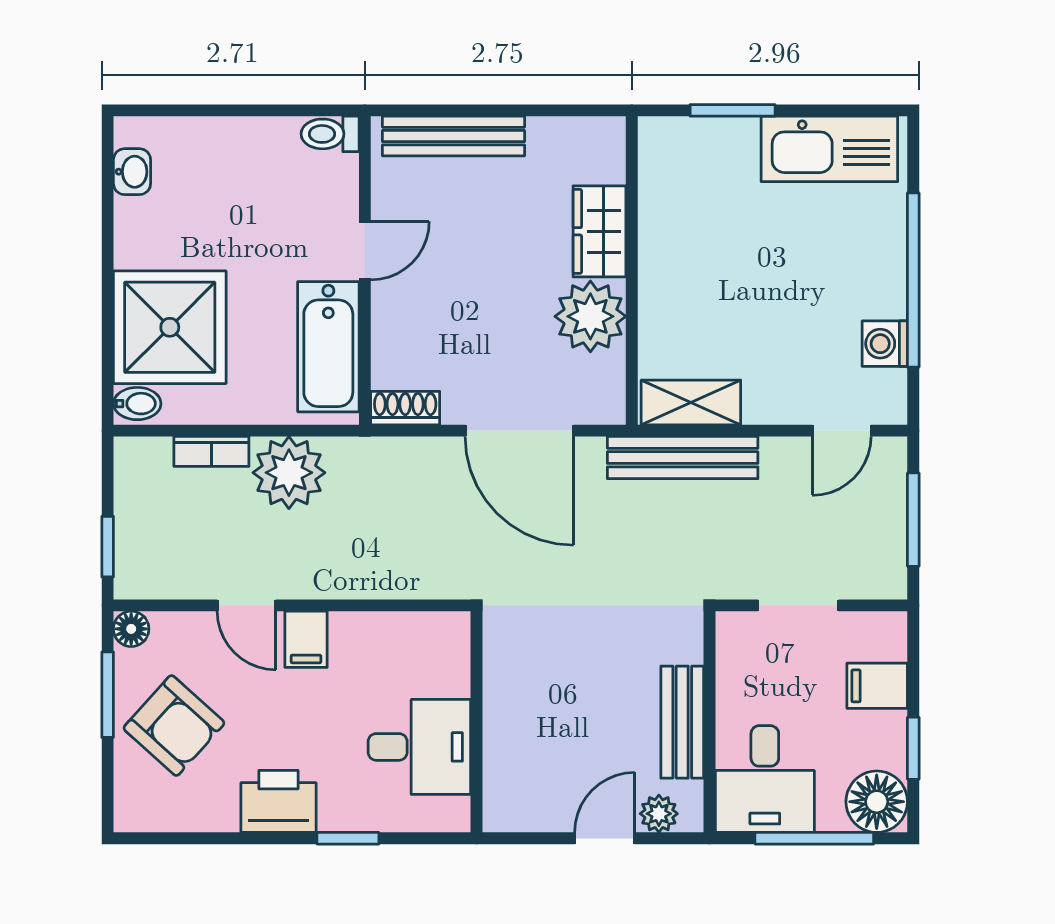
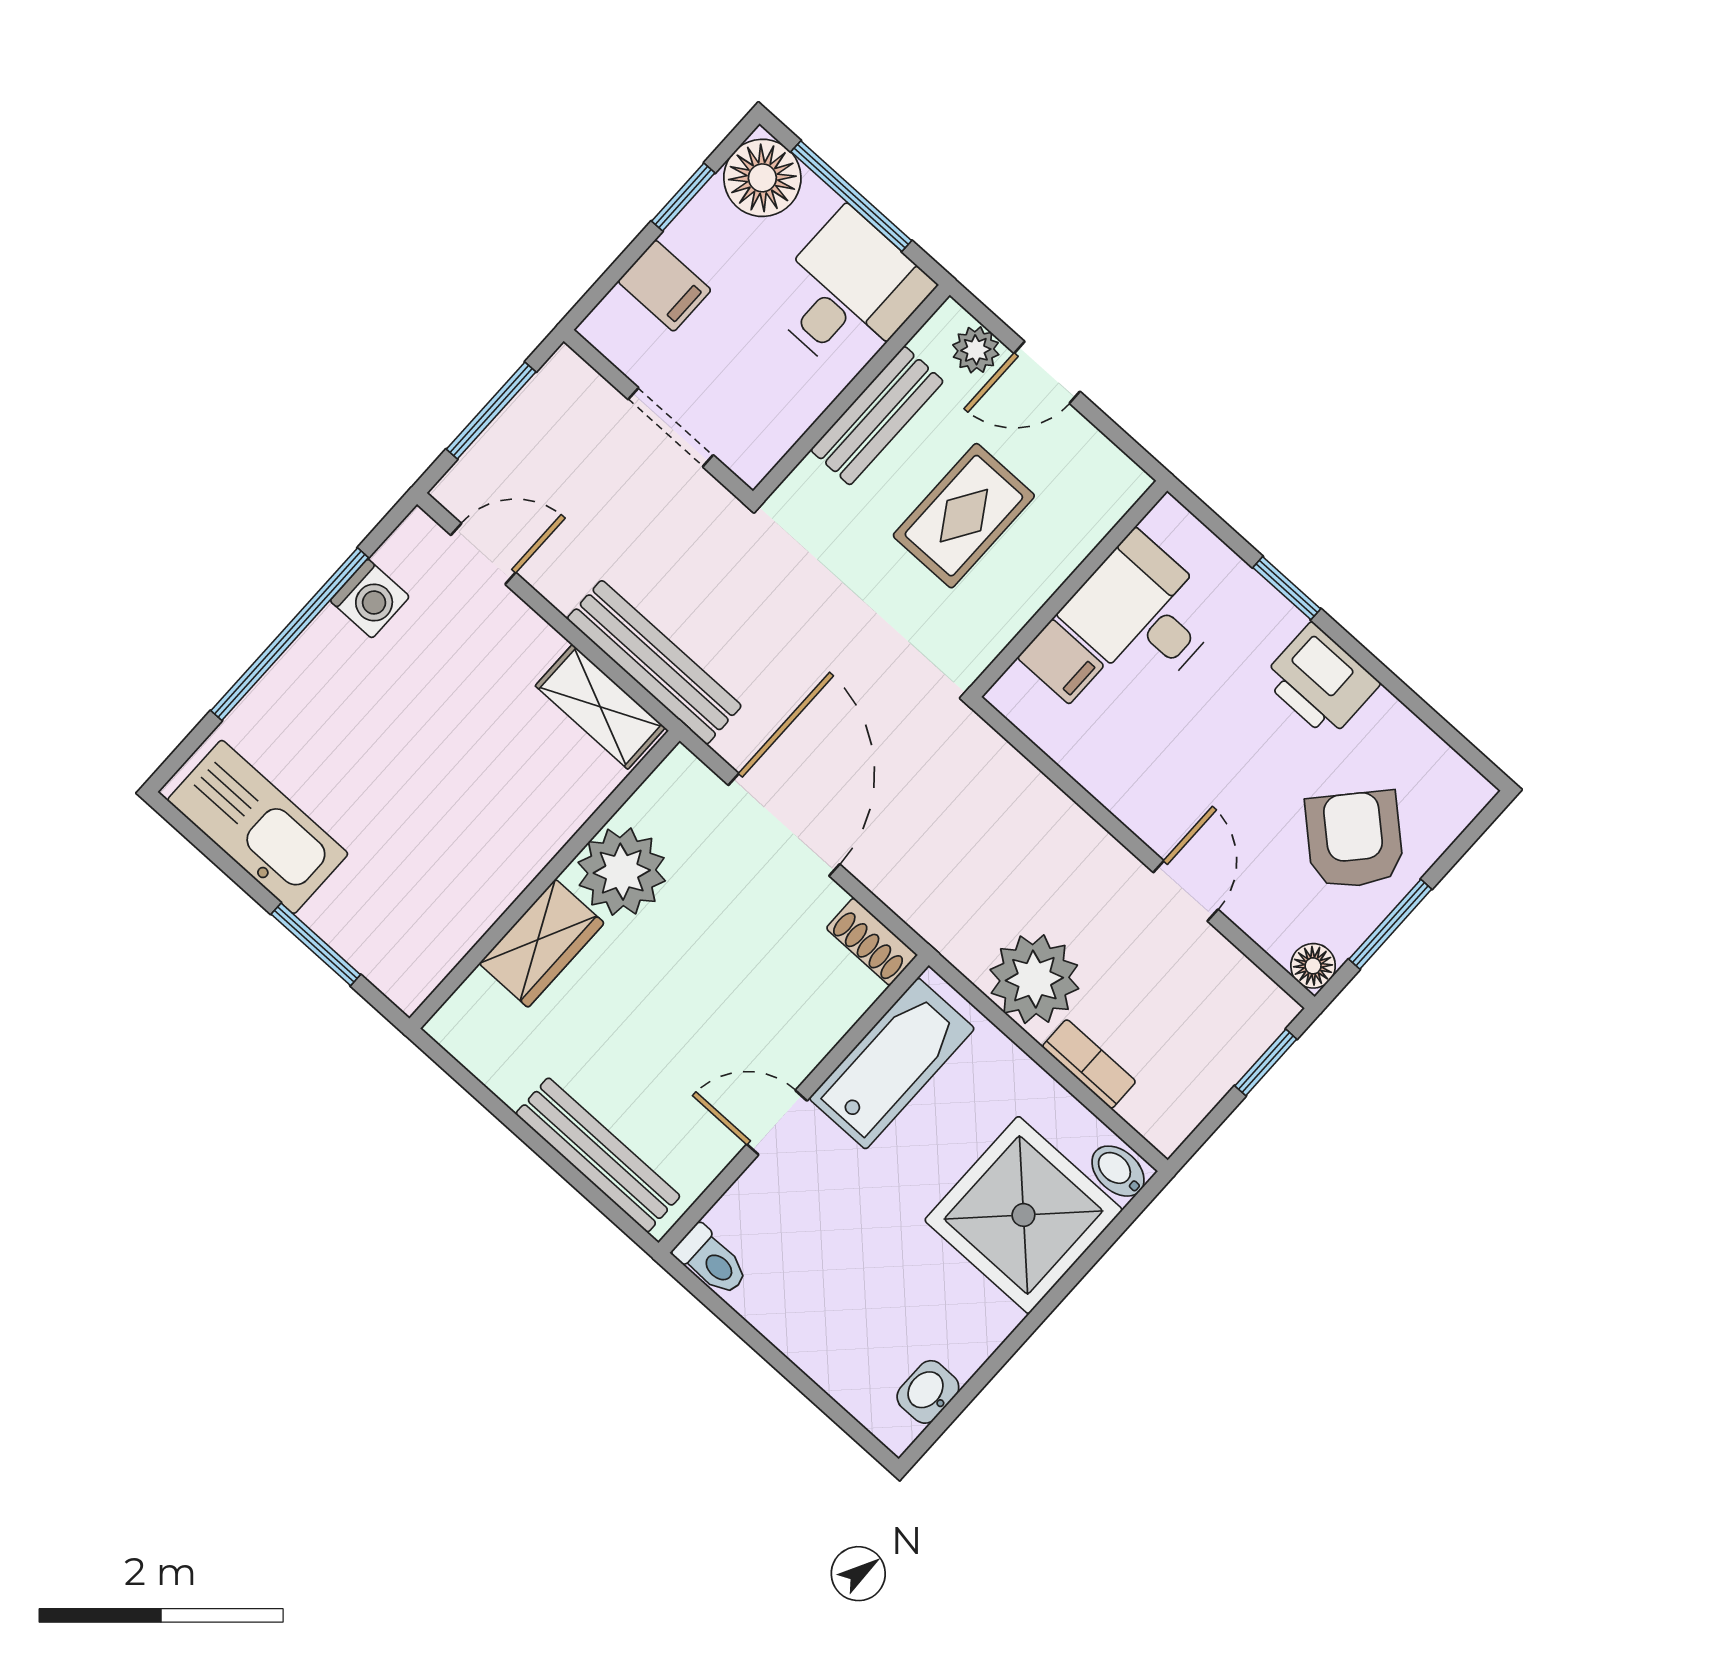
filing cabinet: (306, 639) -> (1061, 662), moved, turned 90
rug: (578, 709) -> (964, 516), added

